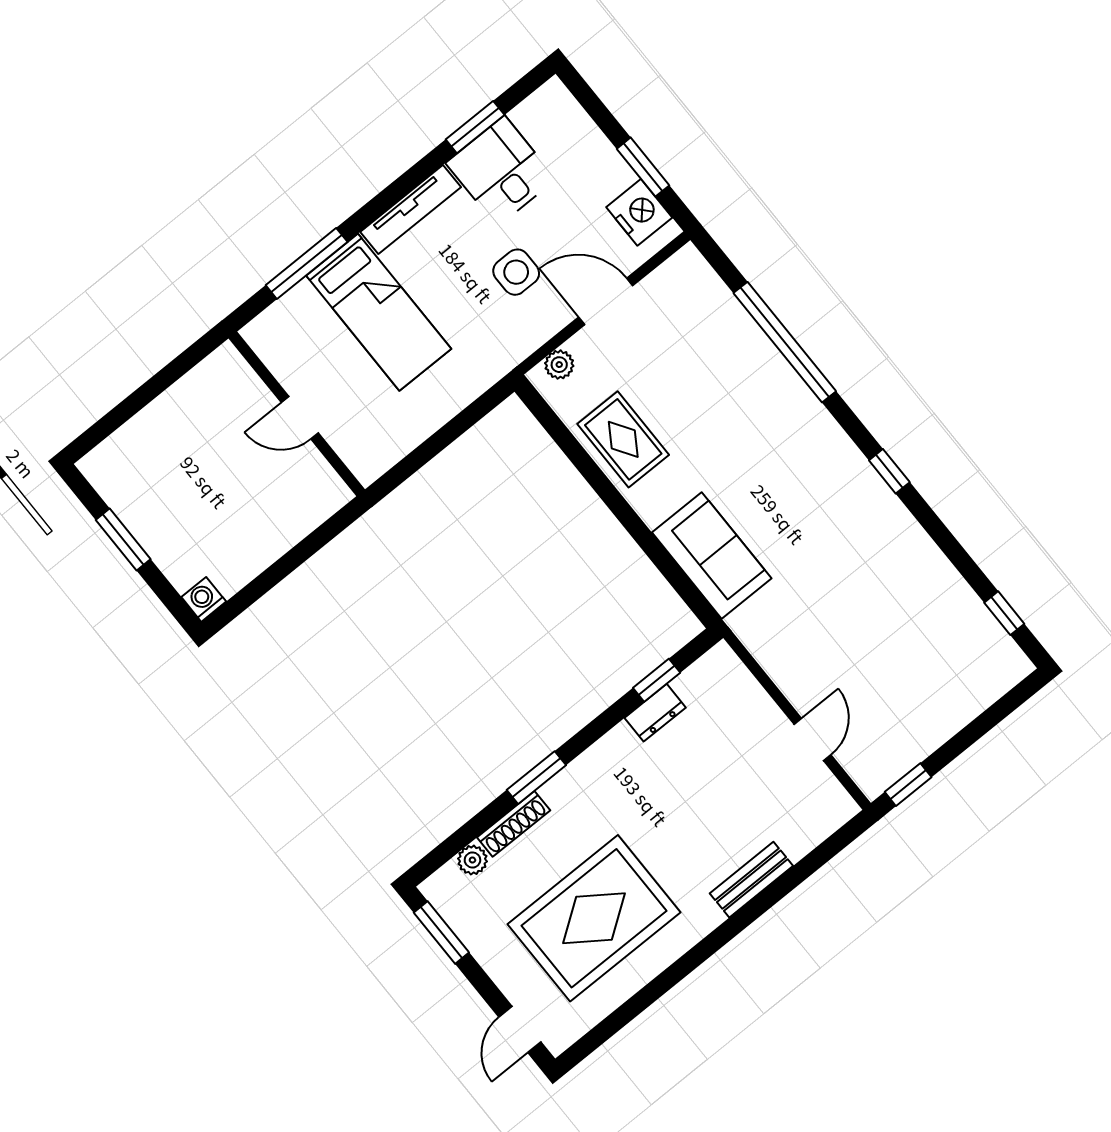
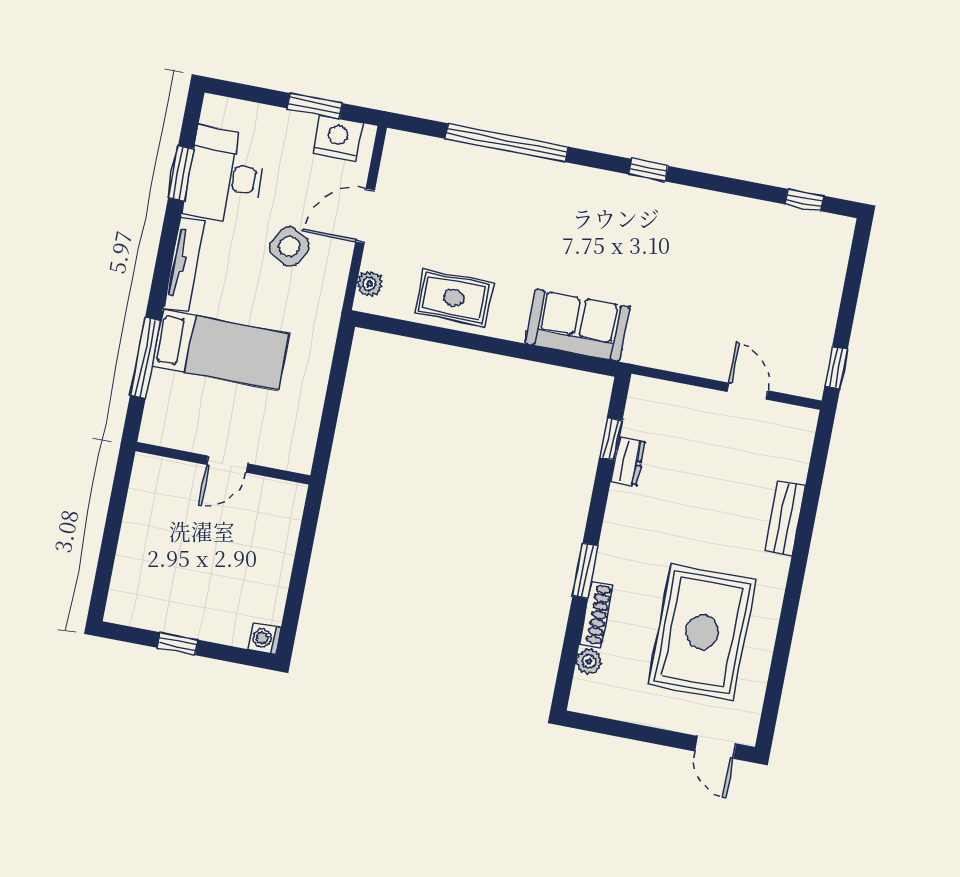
desk: (501, 171) -> (225, 176), width x1.37
side table: (516, 272) -> (289, 246), turned 30
window: (123, 539) -> (178, 644), width x0.67
window: (441, 933) -> (609, 727), removed

